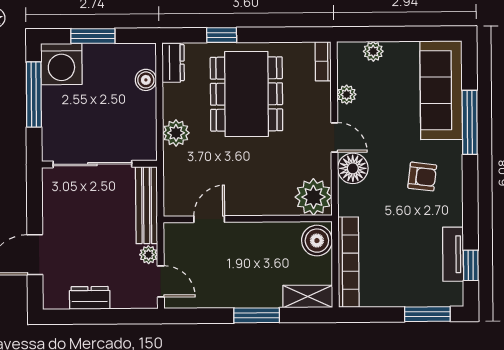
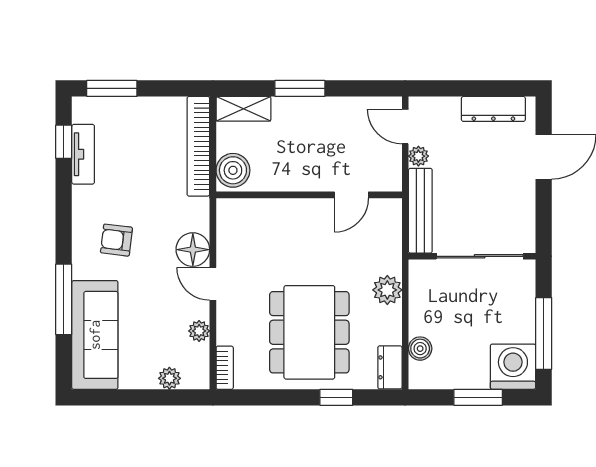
plant: (313, 197) -> (236, 218), removed
dresser: (90, 298) -> (493, 109), width x1.44

